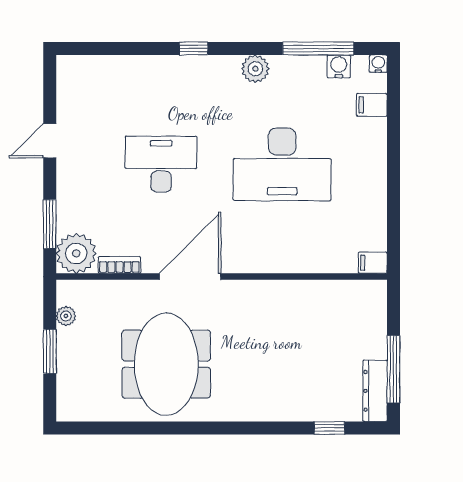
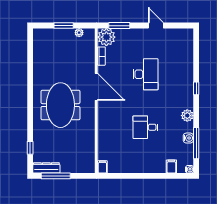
water cooler: (339, 66) -> (188, 138), moved
desk: (282, 164) -> (145, 127), width x0.53, depth x0.77
meeting table: (166, 364) -> (60, 105), moved, turned 90

